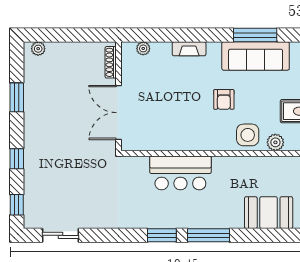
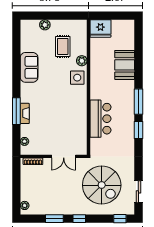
window: (255, 35) -> (16, 111), moved
sofa: (256, 56) -> (29, 67), width x0.73
armchair: (224, 99) -> (56, 92), removed
double door: (118, 113) -> (64, 156), width x0.73
window: (17, 159) -> (79, 219), moved
spiral stairs: (72, 175) -> (102, 185), added

